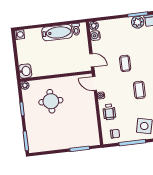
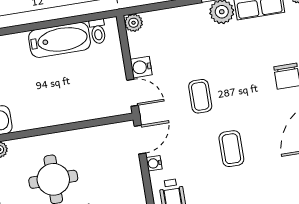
water cooler: (95, 36) -> (141, 67), moved
door: (95, 84) -> (140, 140), swing flipped

